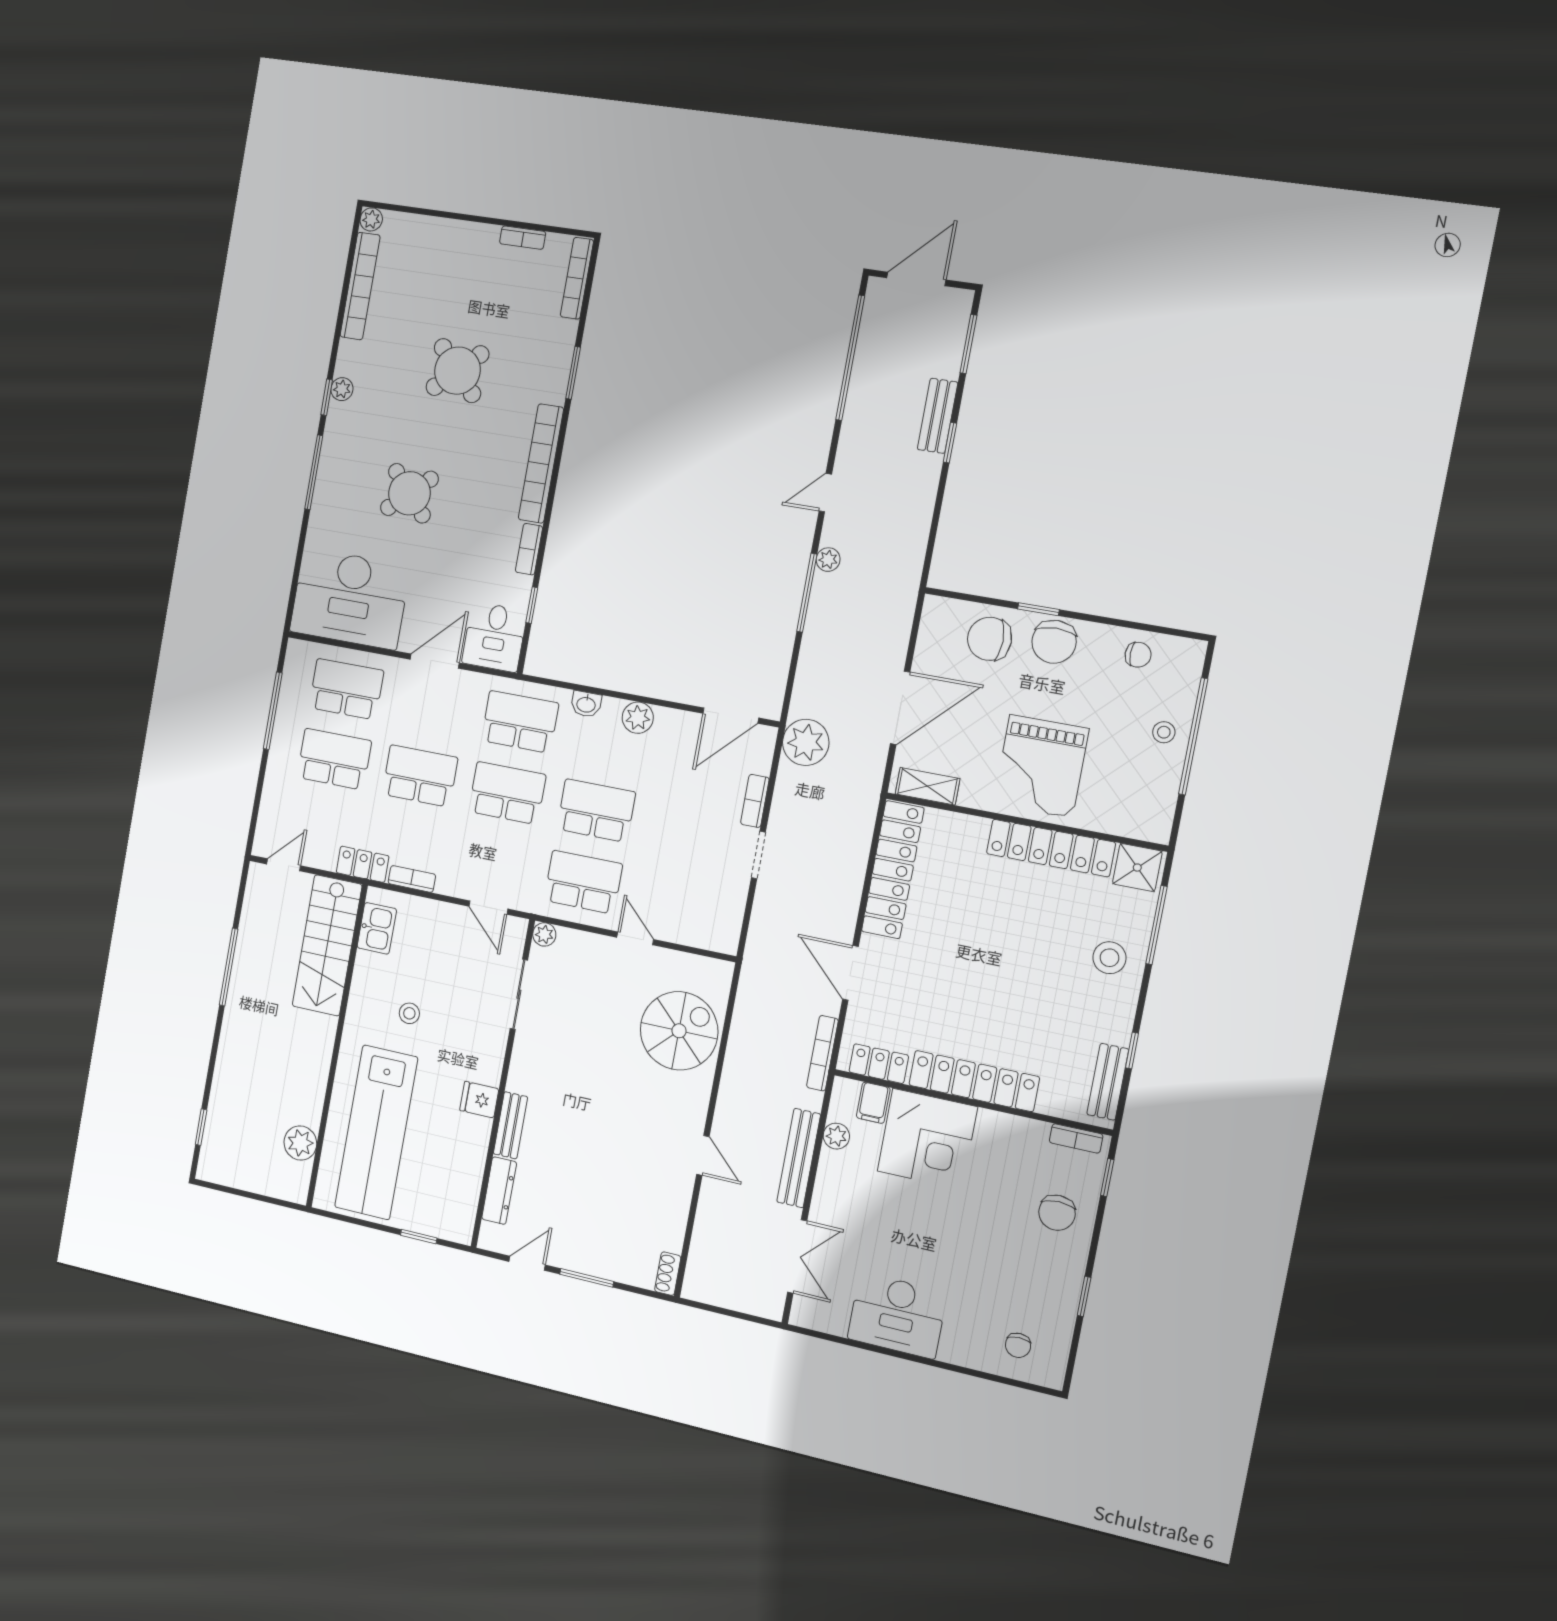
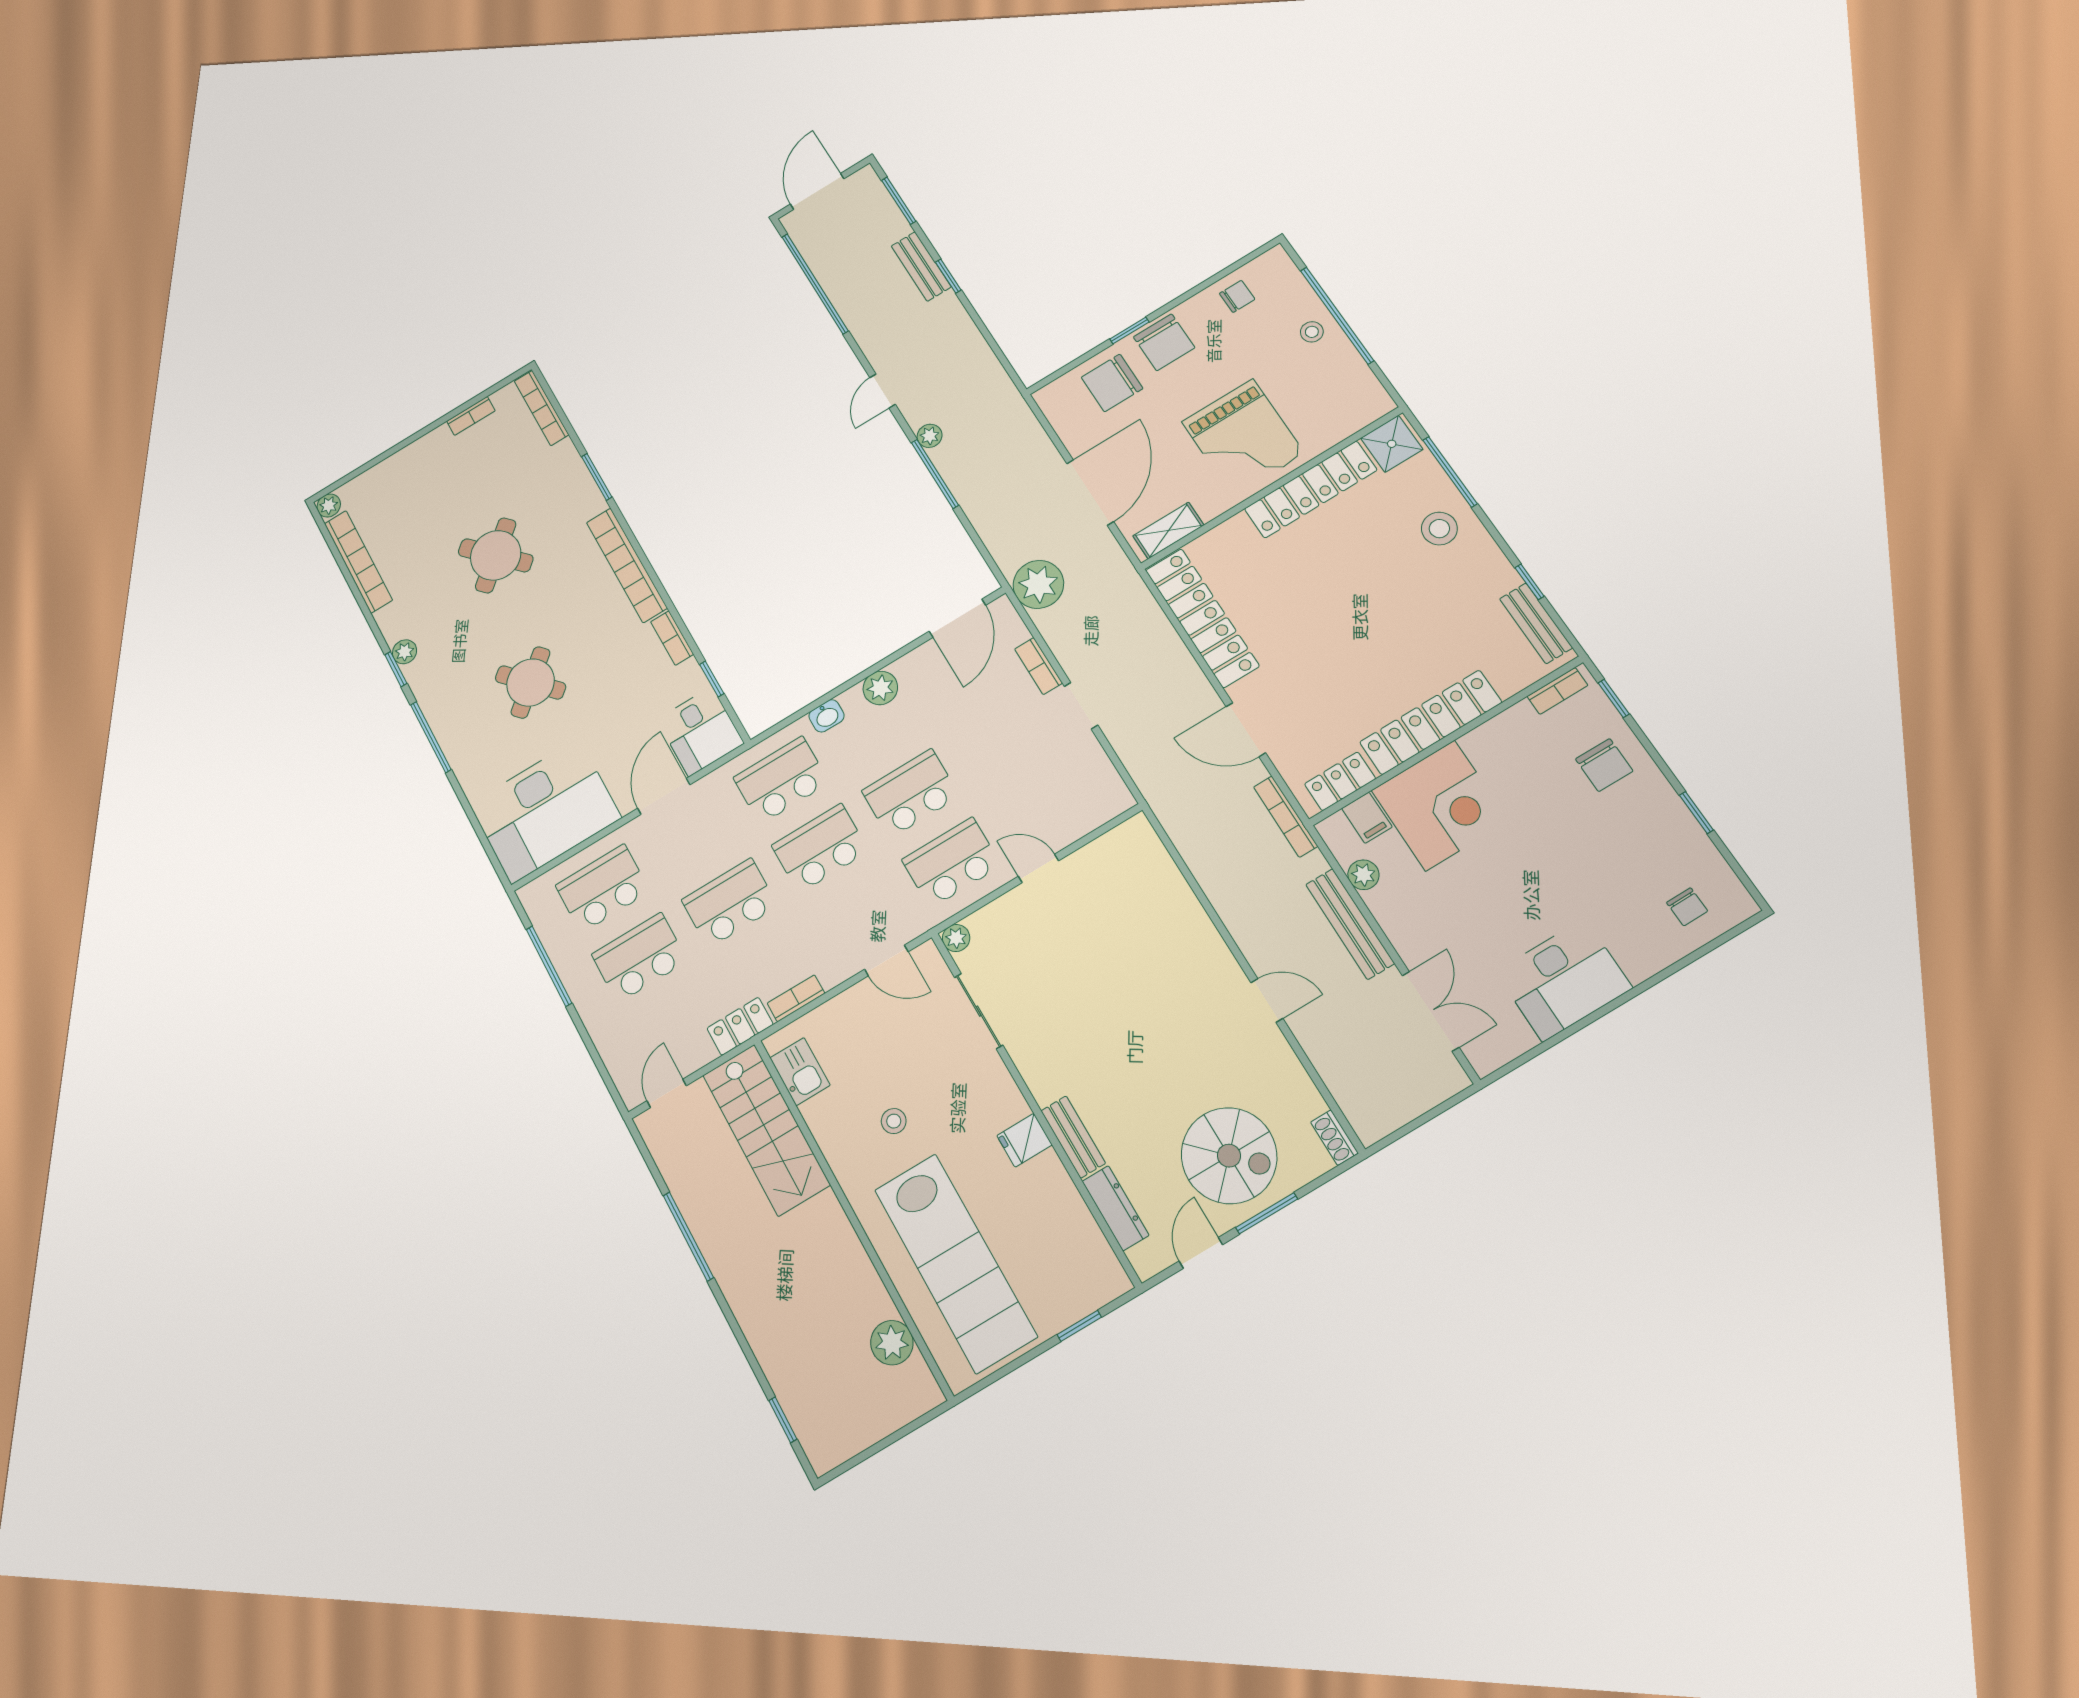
spiral stairs: (679, 1031) -> (1229, 1156), moved, turned 90

